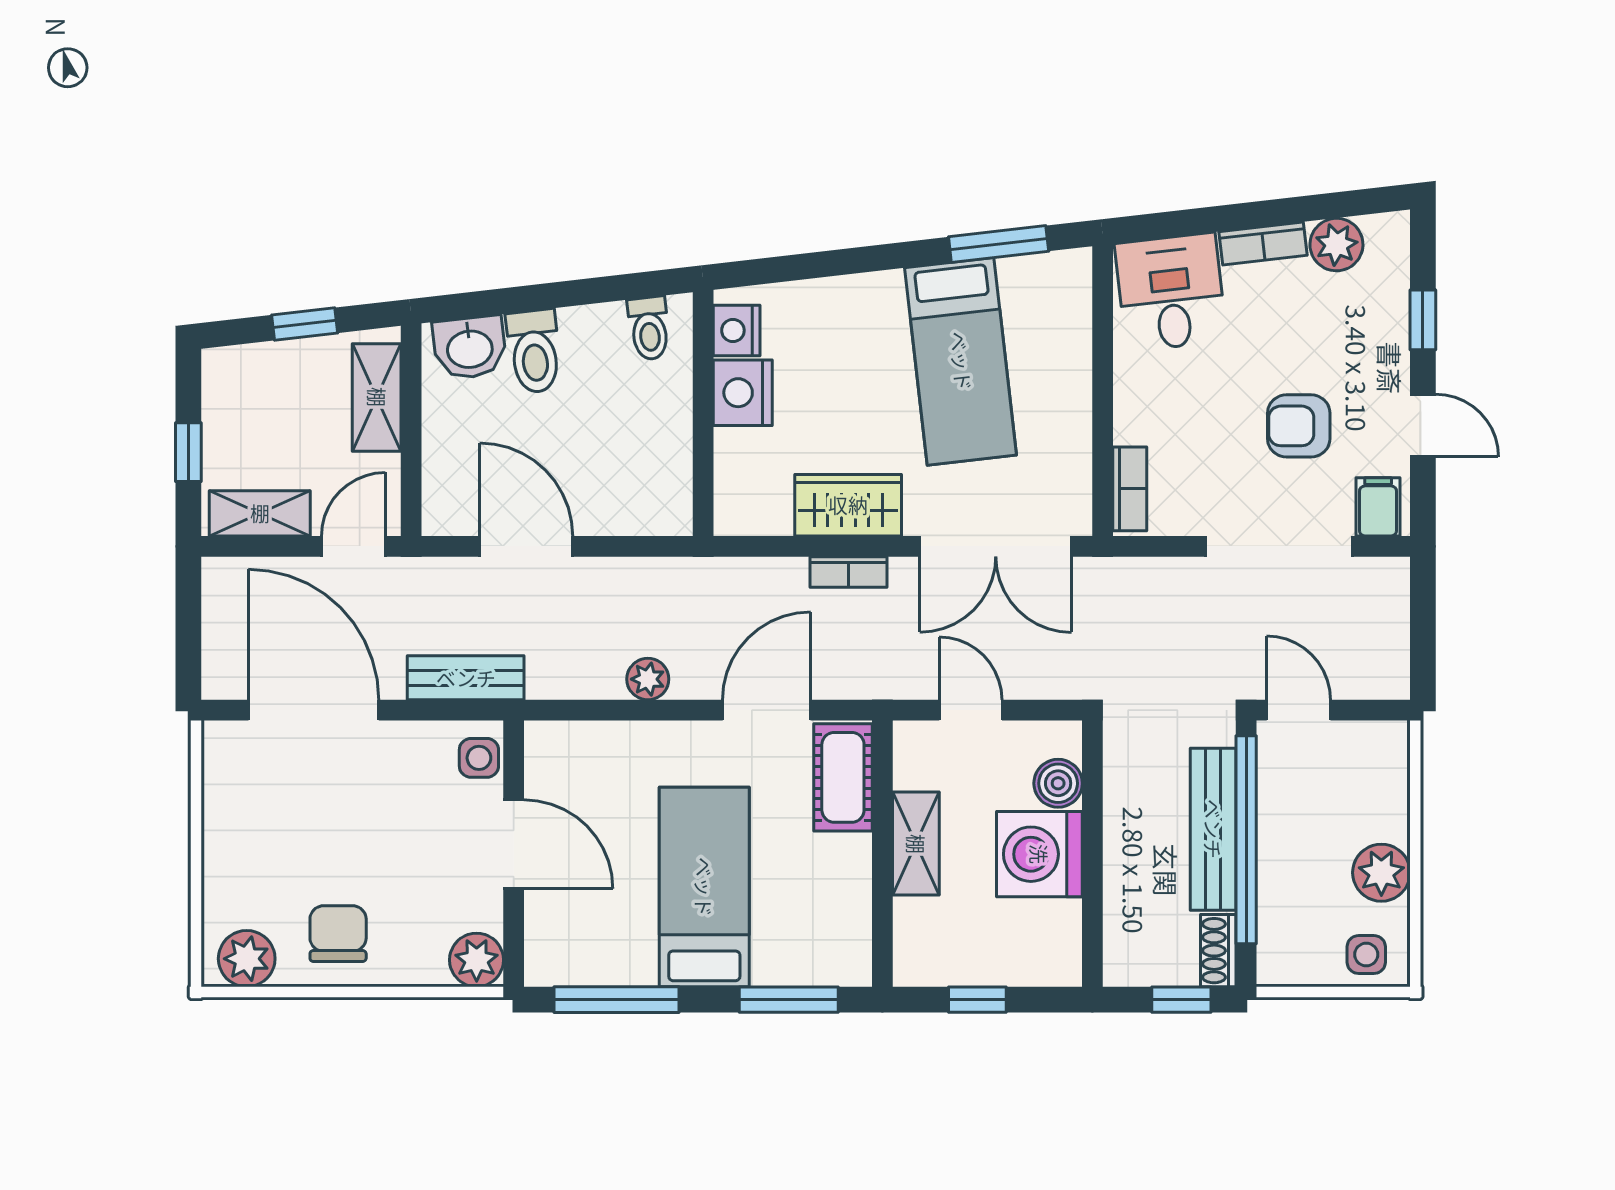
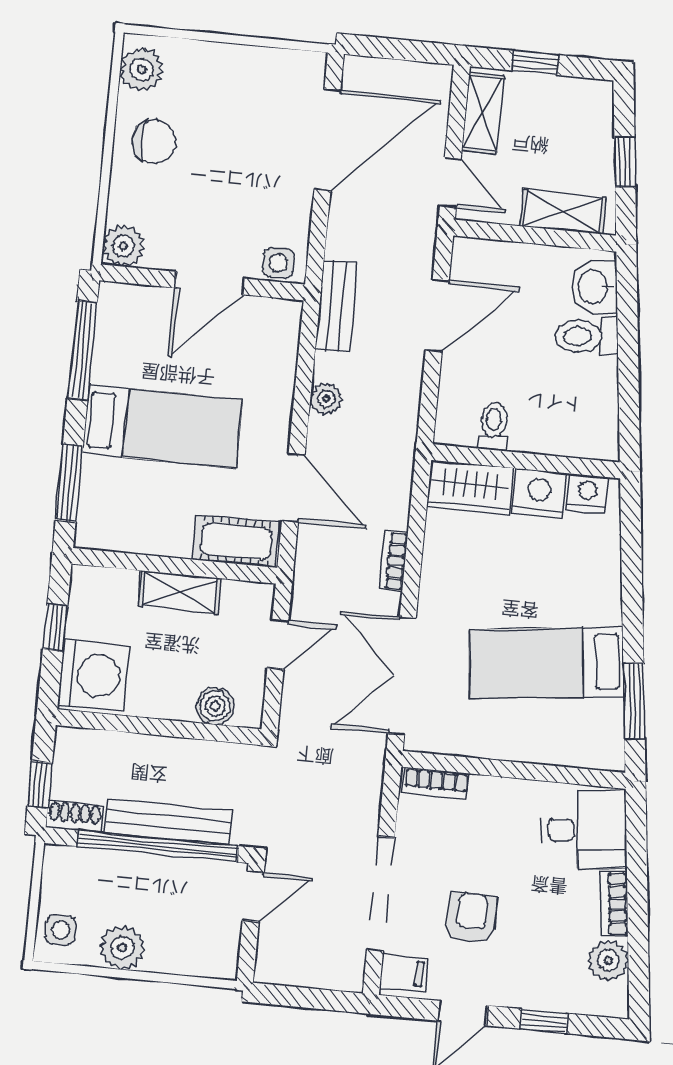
toilet: (649, 328) -> (493, 426), moved, turned 97
wardrobe: (848, 505) -> (470, 488), moved, turned 90
bench: (466, 678) -> (336, 306), moved
washing machine: (1039, 854) -> (94, 675), moved, turned 90

